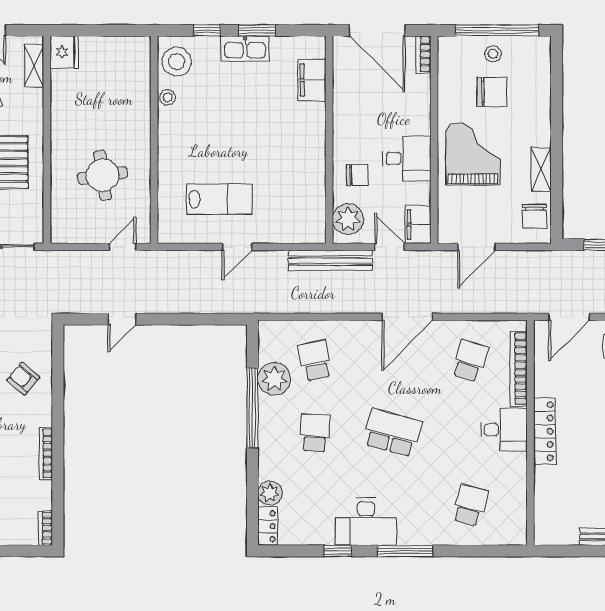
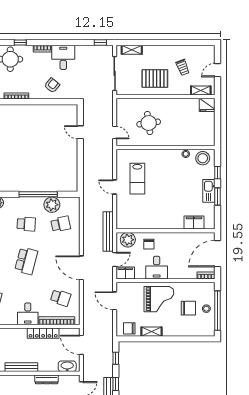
chair: (492, 92) -> (188, 308), turned -90
locker: (545, 431) -> (43, 333), moved

